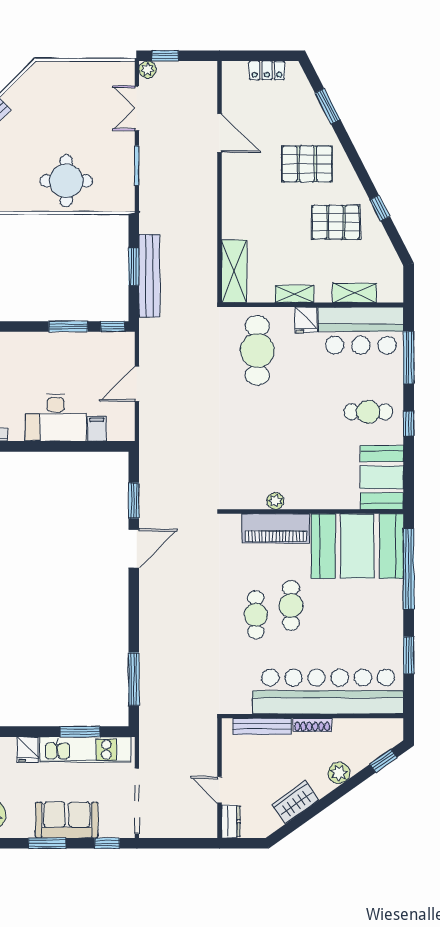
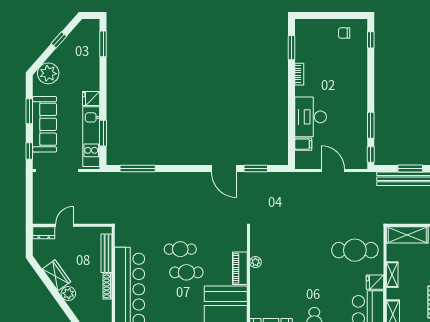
piano: (276, 528) -> (240, 268), width x0.73, depth x0.75
plant: (339, 773) -> (68, 294), moved
sofa: (67, 820) -> (45, 124), width x1.36

